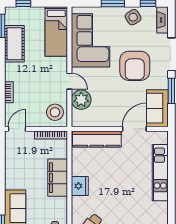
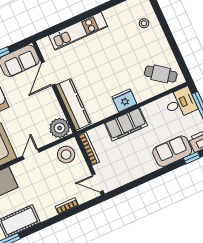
plant: (81, 100) -> (60, 128), moved
door: (134, 129) -> (48, 74), hinge flipped

